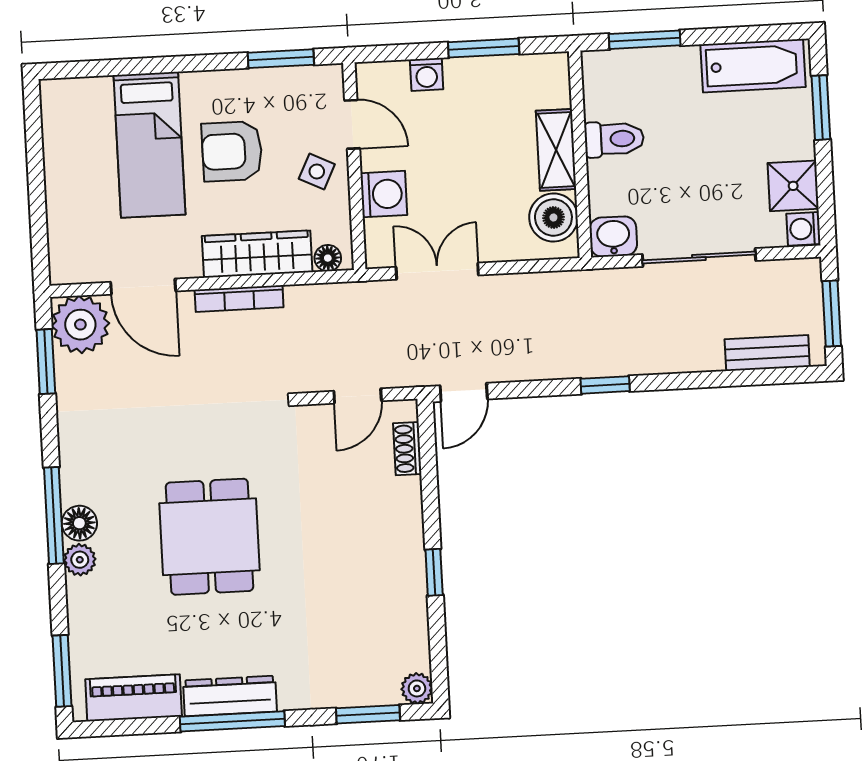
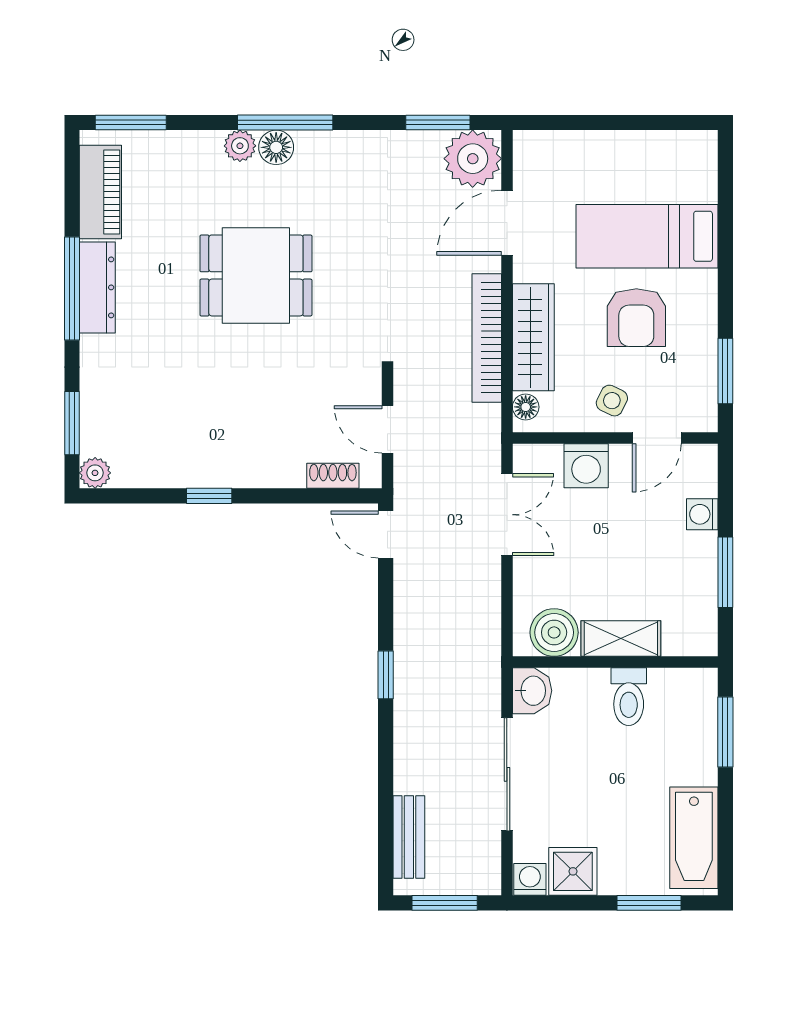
armchair: (232, 151) -> (636, 318), turned 180
bookcase: (239, 298) -> (487, 338), width x1.48, depth x1.31

